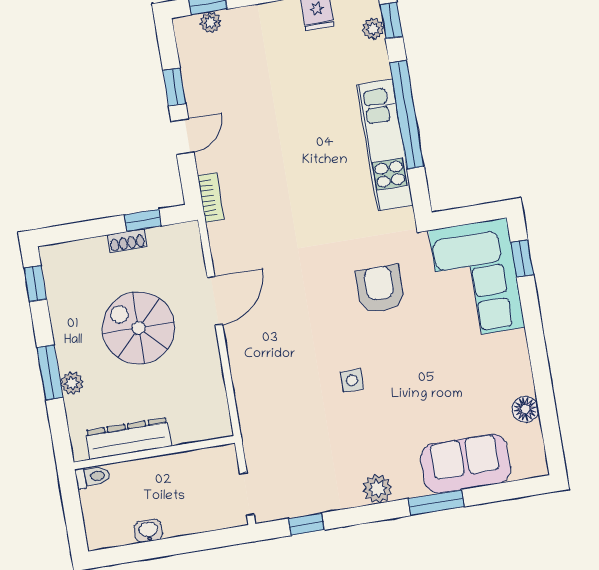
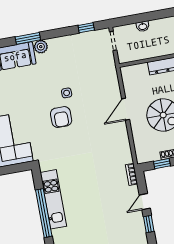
armchair: (380, 289) -> (61, 117), moved
door: (215, 301) -> (126, 109), moved
plant: (378, 489) -> (41, 47), moved
washbasin: (148, 531) -> (143, 26), moved

